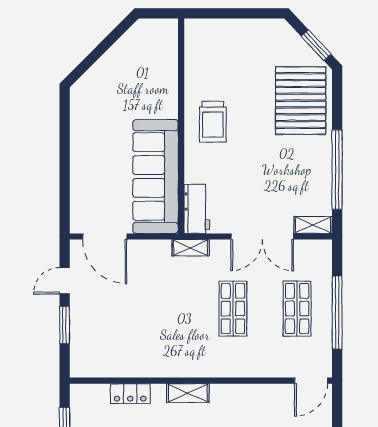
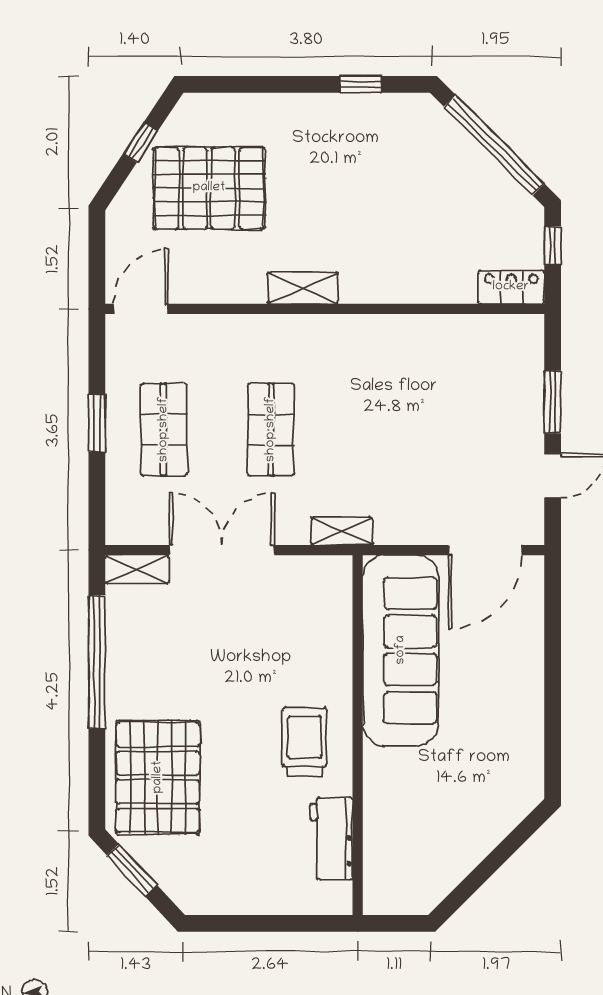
workbench: (197, 209) -> (331, 838), moved
door: (105, 236) -> (485, 550), swing flipped
window: (337, 312) -> (97, 423), width x0.47
shelving: (188, 393) -> (303, 288), moved
locker: (130, 394) -> (511, 287), moved

